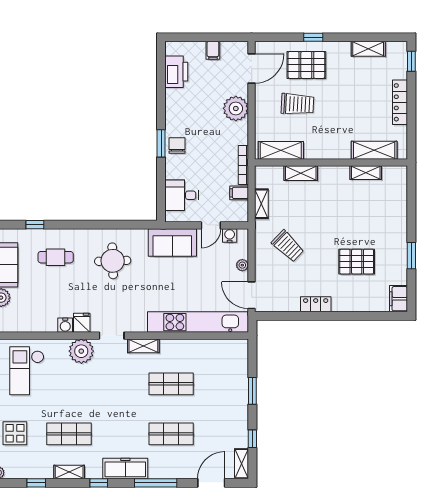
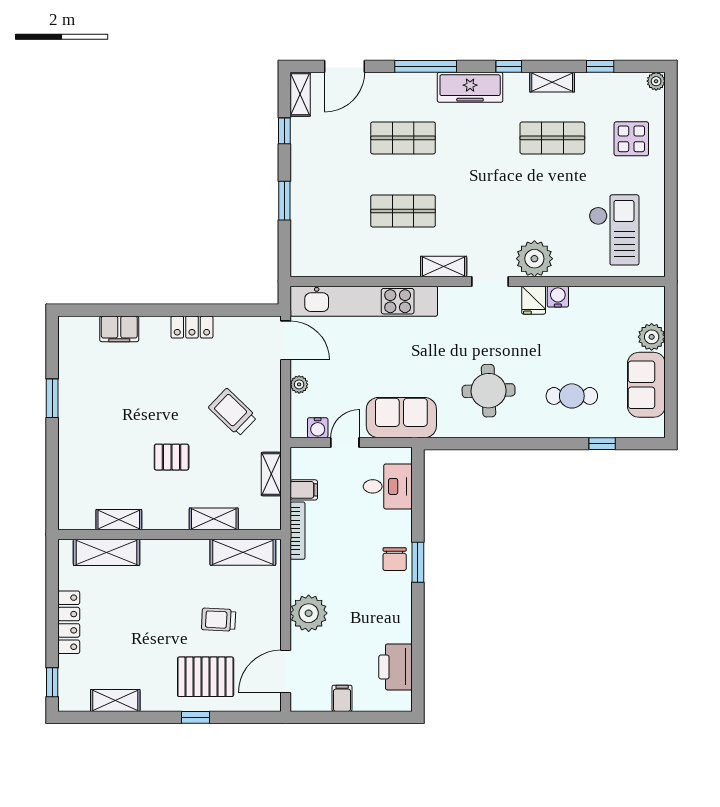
trolley: (297, 104) -> (219, 620), width x0.73, depth x0.72
pallet: (357, 262) -> (172, 457), moved, width x0.67, depth x0.71
filing cabinet: (399, 299) -> (119, 329), moved, turned 90

